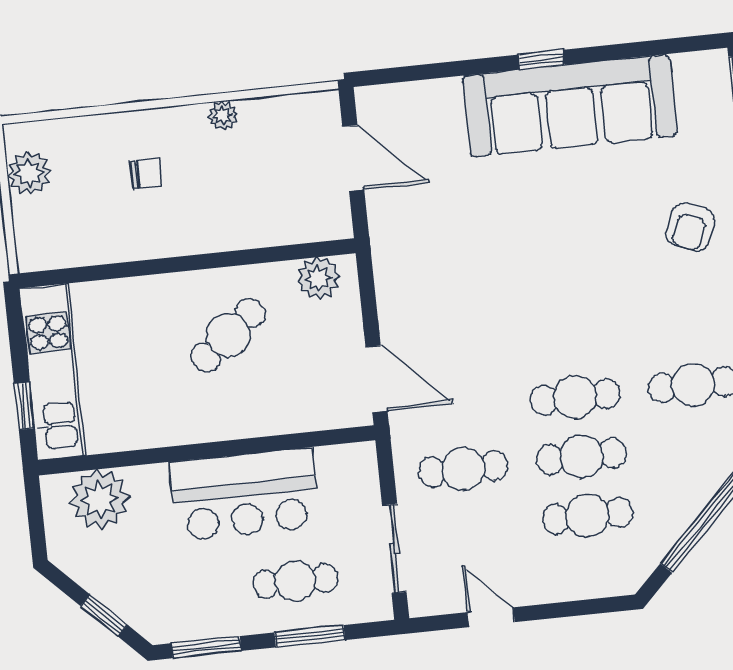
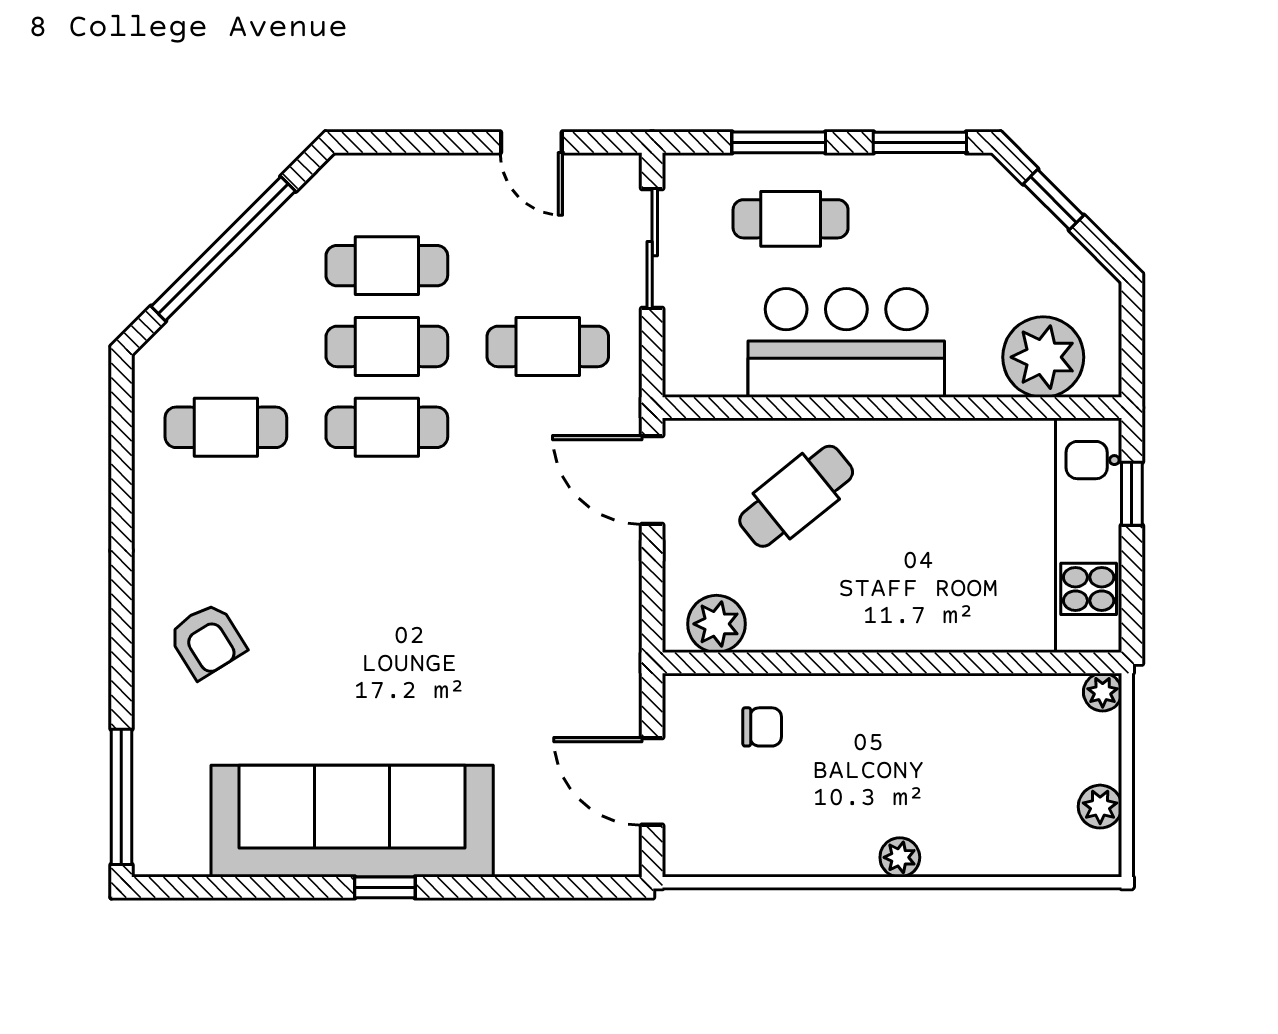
plant: (223, 115) -> (900, 857), moved
plant: (29, 173) -> (1100, 807), width x0.73, depth x0.73
chair: (146, 174) -> (762, 727), moved, turned 180
armchair: (691, 227) -> (207, 641), turned 125
plant: (30, 258) -> (1103, 692), added
cafe table: (228, 335) -> (796, 496), moved

